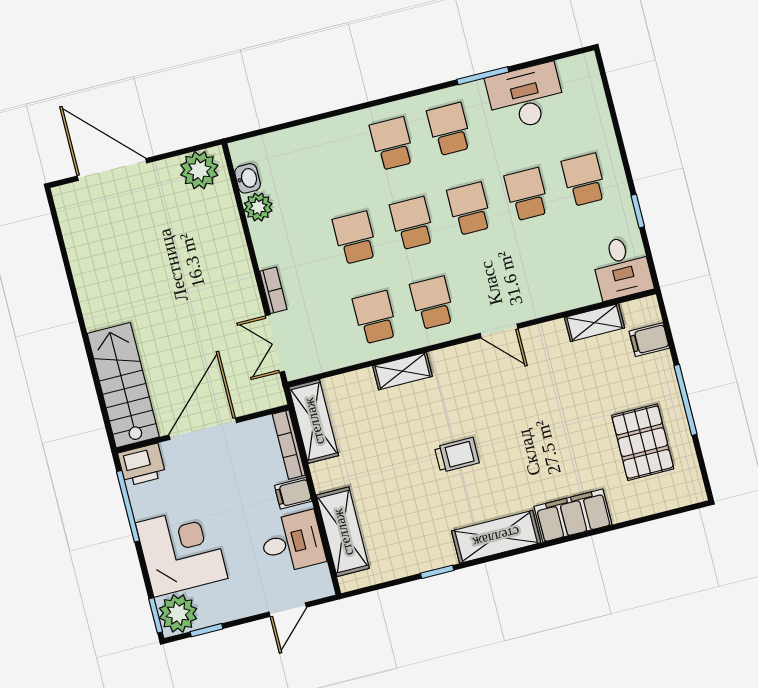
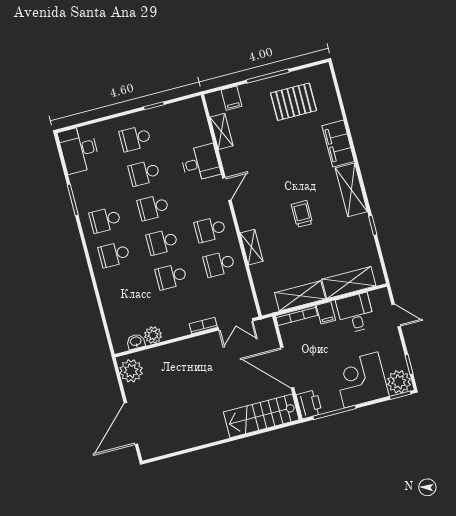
desk: (526, 97) -> (79, 149), moved
desk: (622, 267) -> (200, 163), moved
shelving: (314, 421) -> (300, 296), moved

